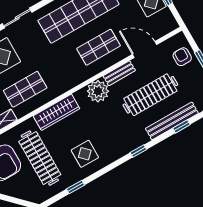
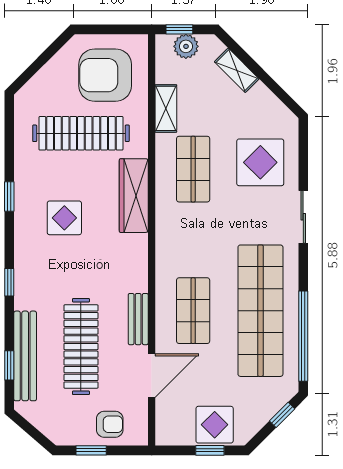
plant: (98, 91) -> (130, 273), removed
display table: (85, 154) -> (64, 218), moved
window: (76, 187) -> (9, 197), moved

